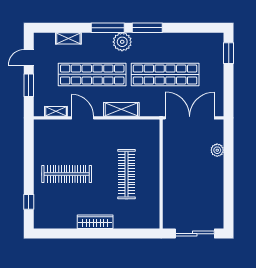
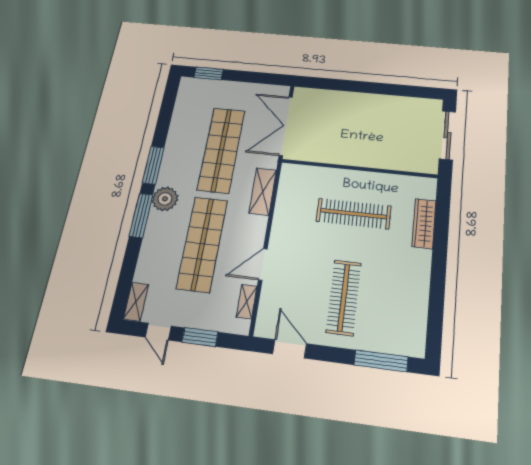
shelving: (68, 38) -> (136, 302), moved
shelving: (121, 109) -> (263, 192), moved
door: (29, 144) -> (290, 349), added
plant: (217, 150) -> (334, 98), removed
window: (29, 202) -> (381, 361), width x2.17
wardrobe: (95, 222) -> (424, 224), moved

